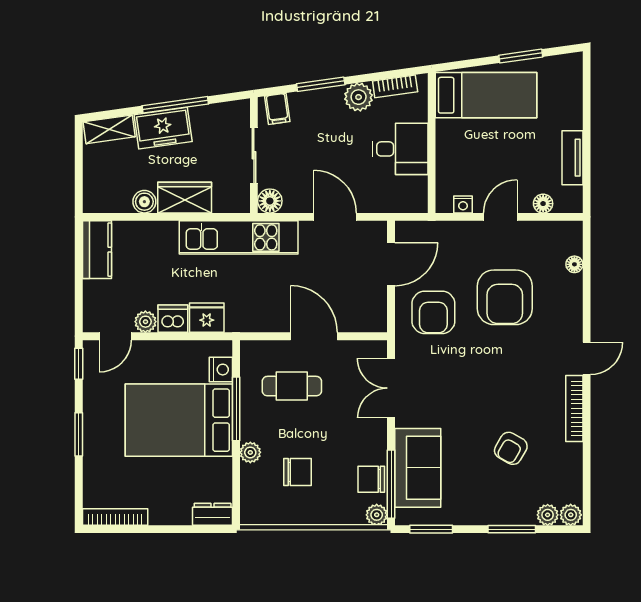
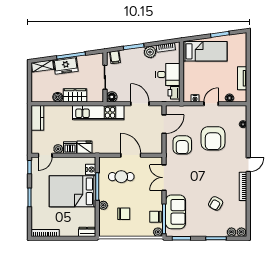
printer: (414, 192) -> (174, 93), added

